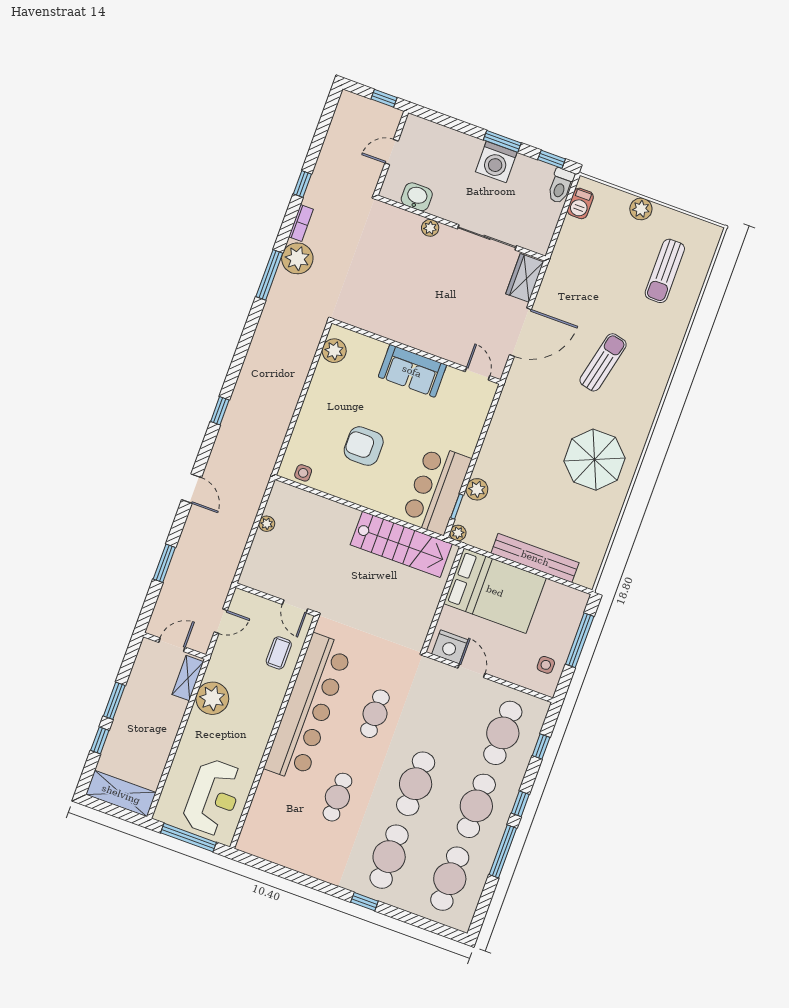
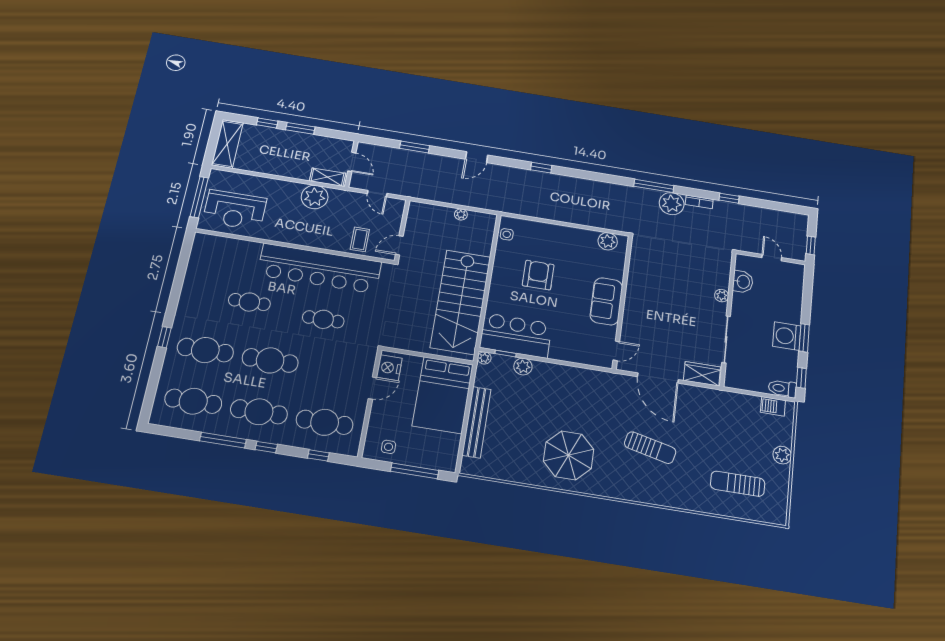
stairs: (401, 544) -> (461, 302), width x1.36, depth x1.51
coffee table: (279, 653) -> (360, 239), turned 90

